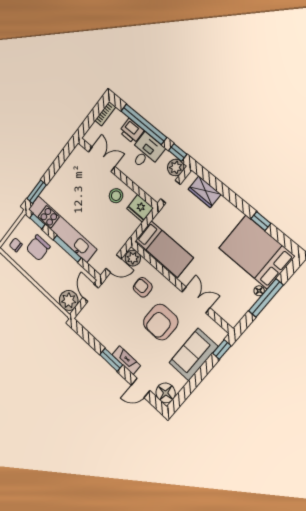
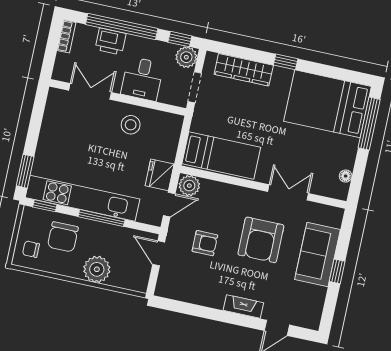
desk: (146, 152) -> (142, 79), moved, turned 180
wardrobe: (205, 192) -> (244, 70), width x1.50
fridge: (140, 208) -> (160, 175), moved, turned 90
window: (261, 221) -> (286, 62), moved
armchair: (143, 287) -> (205, 243), moved, turned 180
floor lamp: (259, 291) -> (346, 176), moved
window: (266, 298) -> (369, 124), moved
plant: (69, 300) -> (97, 269), moved
window: (222, 350) -> (337, 271), moved
window: (111, 360) -> (225, 317), removed
floor lamp: (166, 393) -> (309, 316), removed

